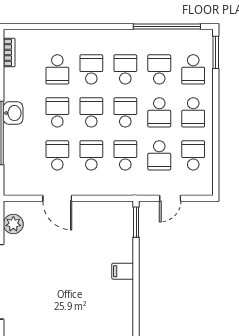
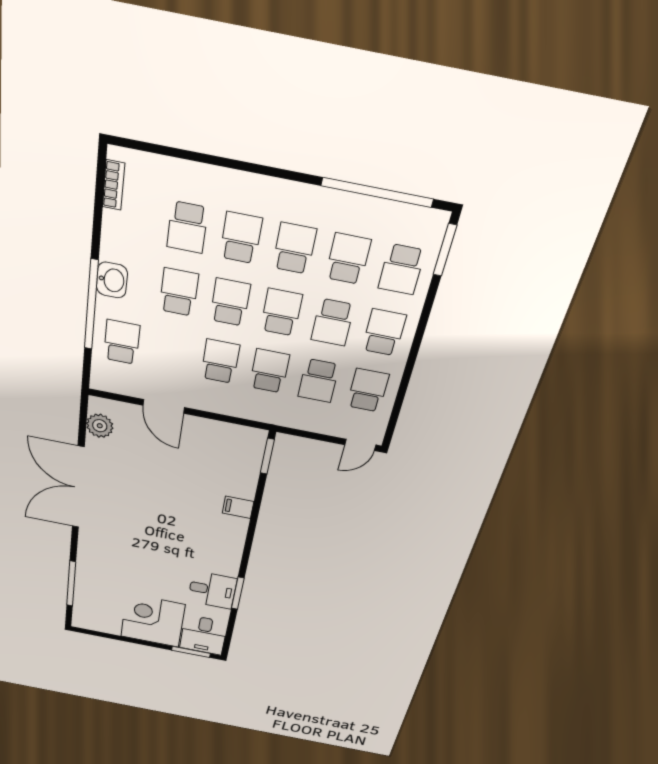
school desk: (193, 112) -> (384, 332), turned 180
school desk: (57, 155) -> (122, 342), moved
door: (170, 198) -> (360, 445), moved

